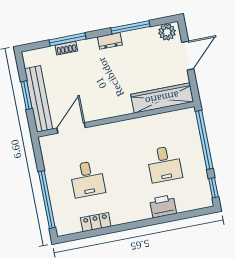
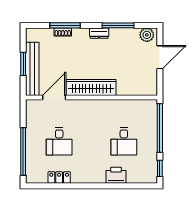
wardrobe: (162, 98) -> (91, 88), moved

